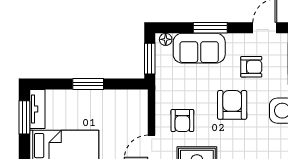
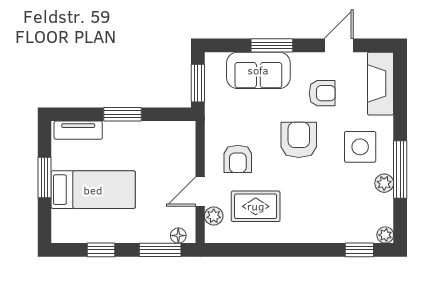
floor lamp: (166, 39) -> (217, 60), removed
tv unit: (37, 109) -> (78, 130), moved, turned 90
window: (24, 117) -> (44, 178), moved

